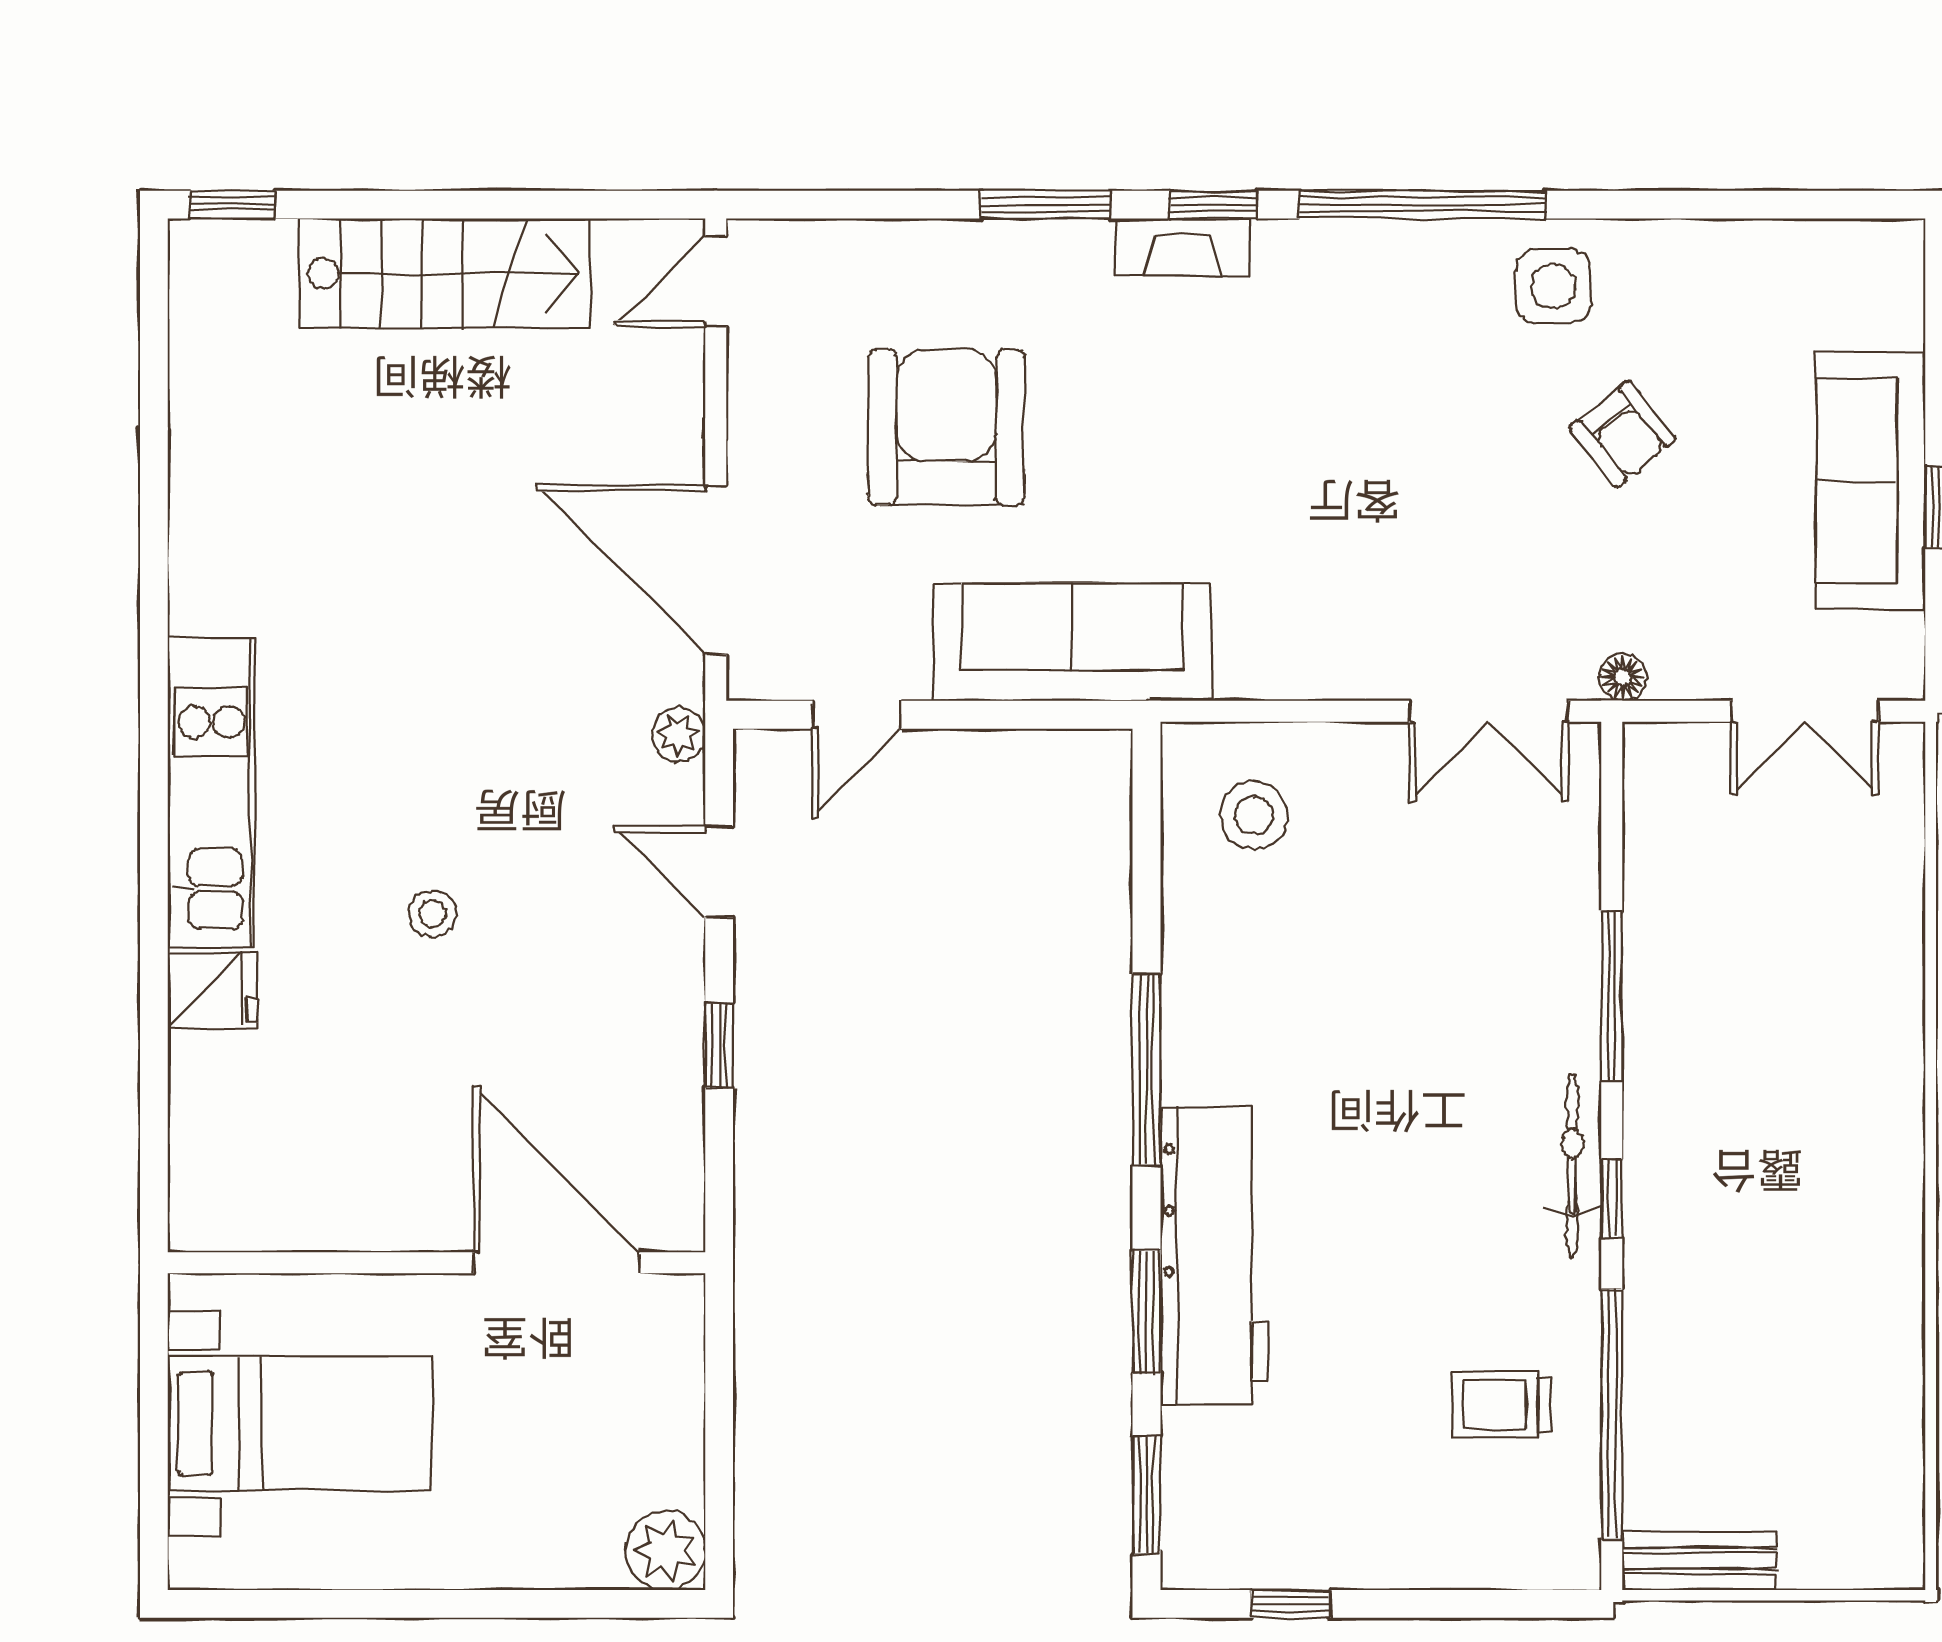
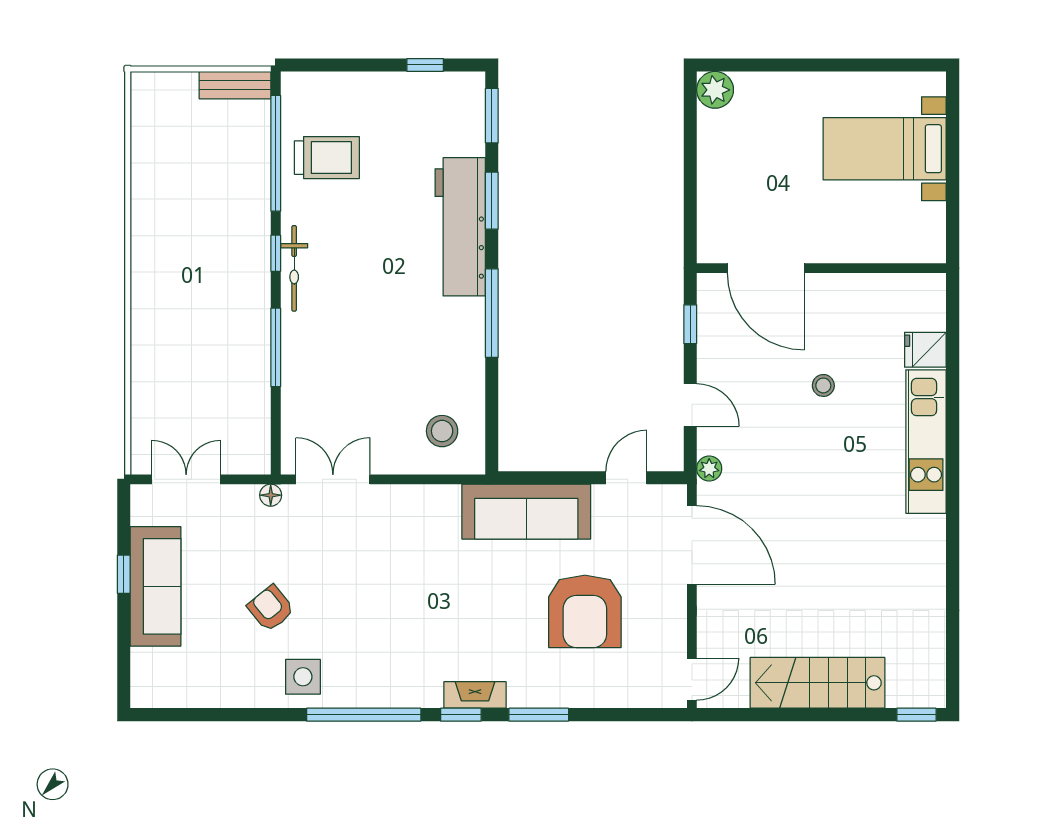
wall: (437, 1263) -> (821, 268), moved
door: (556, 1263) -> (766, 268), moved
trolley: (1502, 1404) -> (327, 158), width x1.36, depth x1.39

